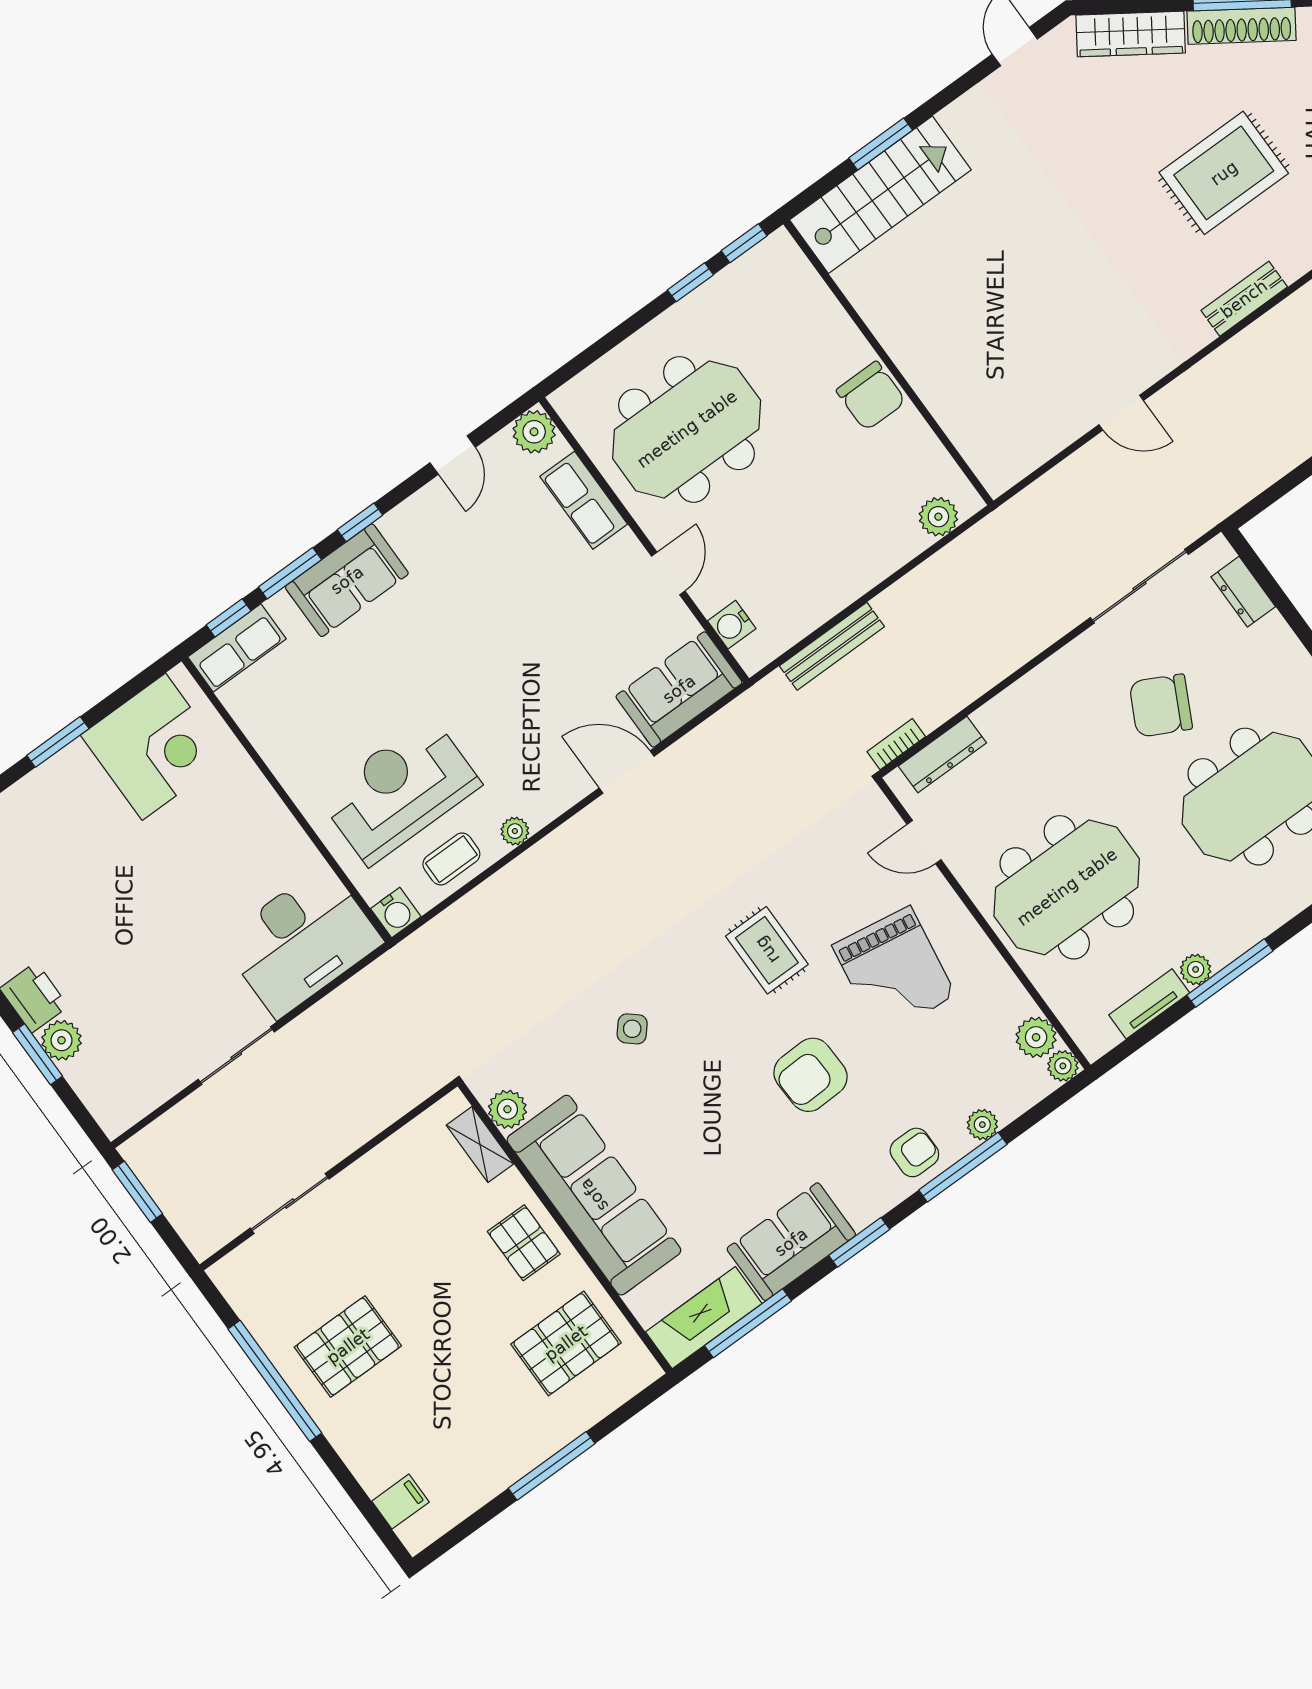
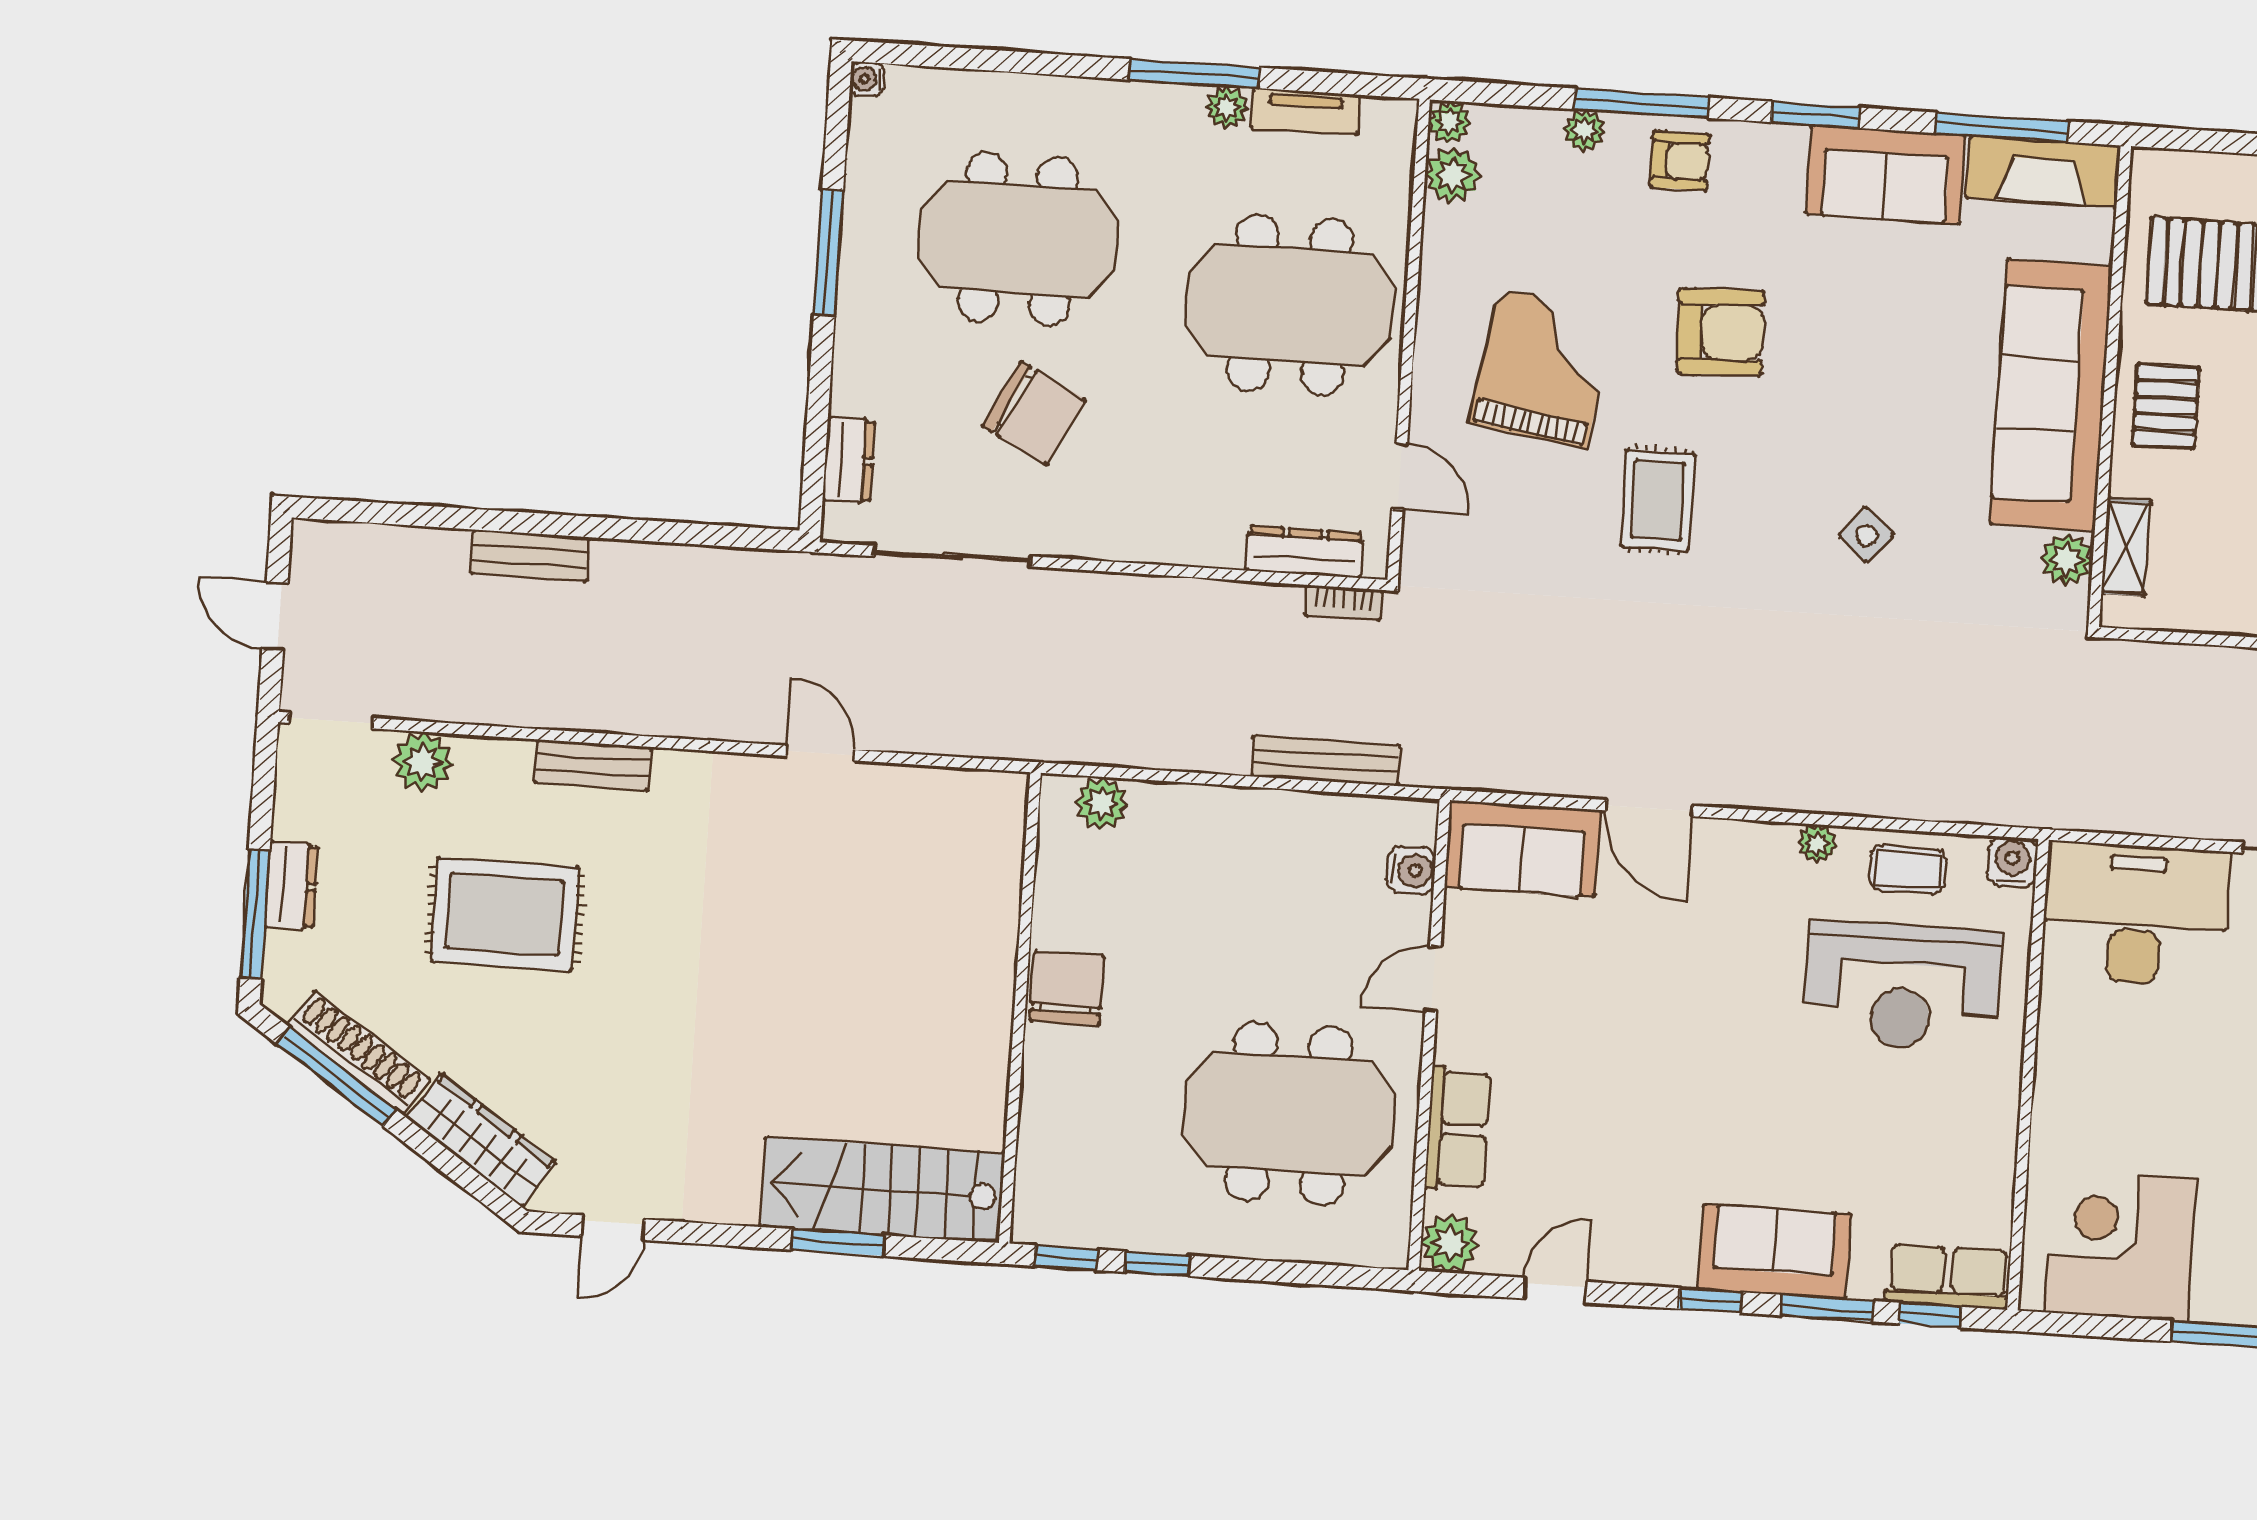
armchair: (914, 1152) -> (1680, 161), turned 180

